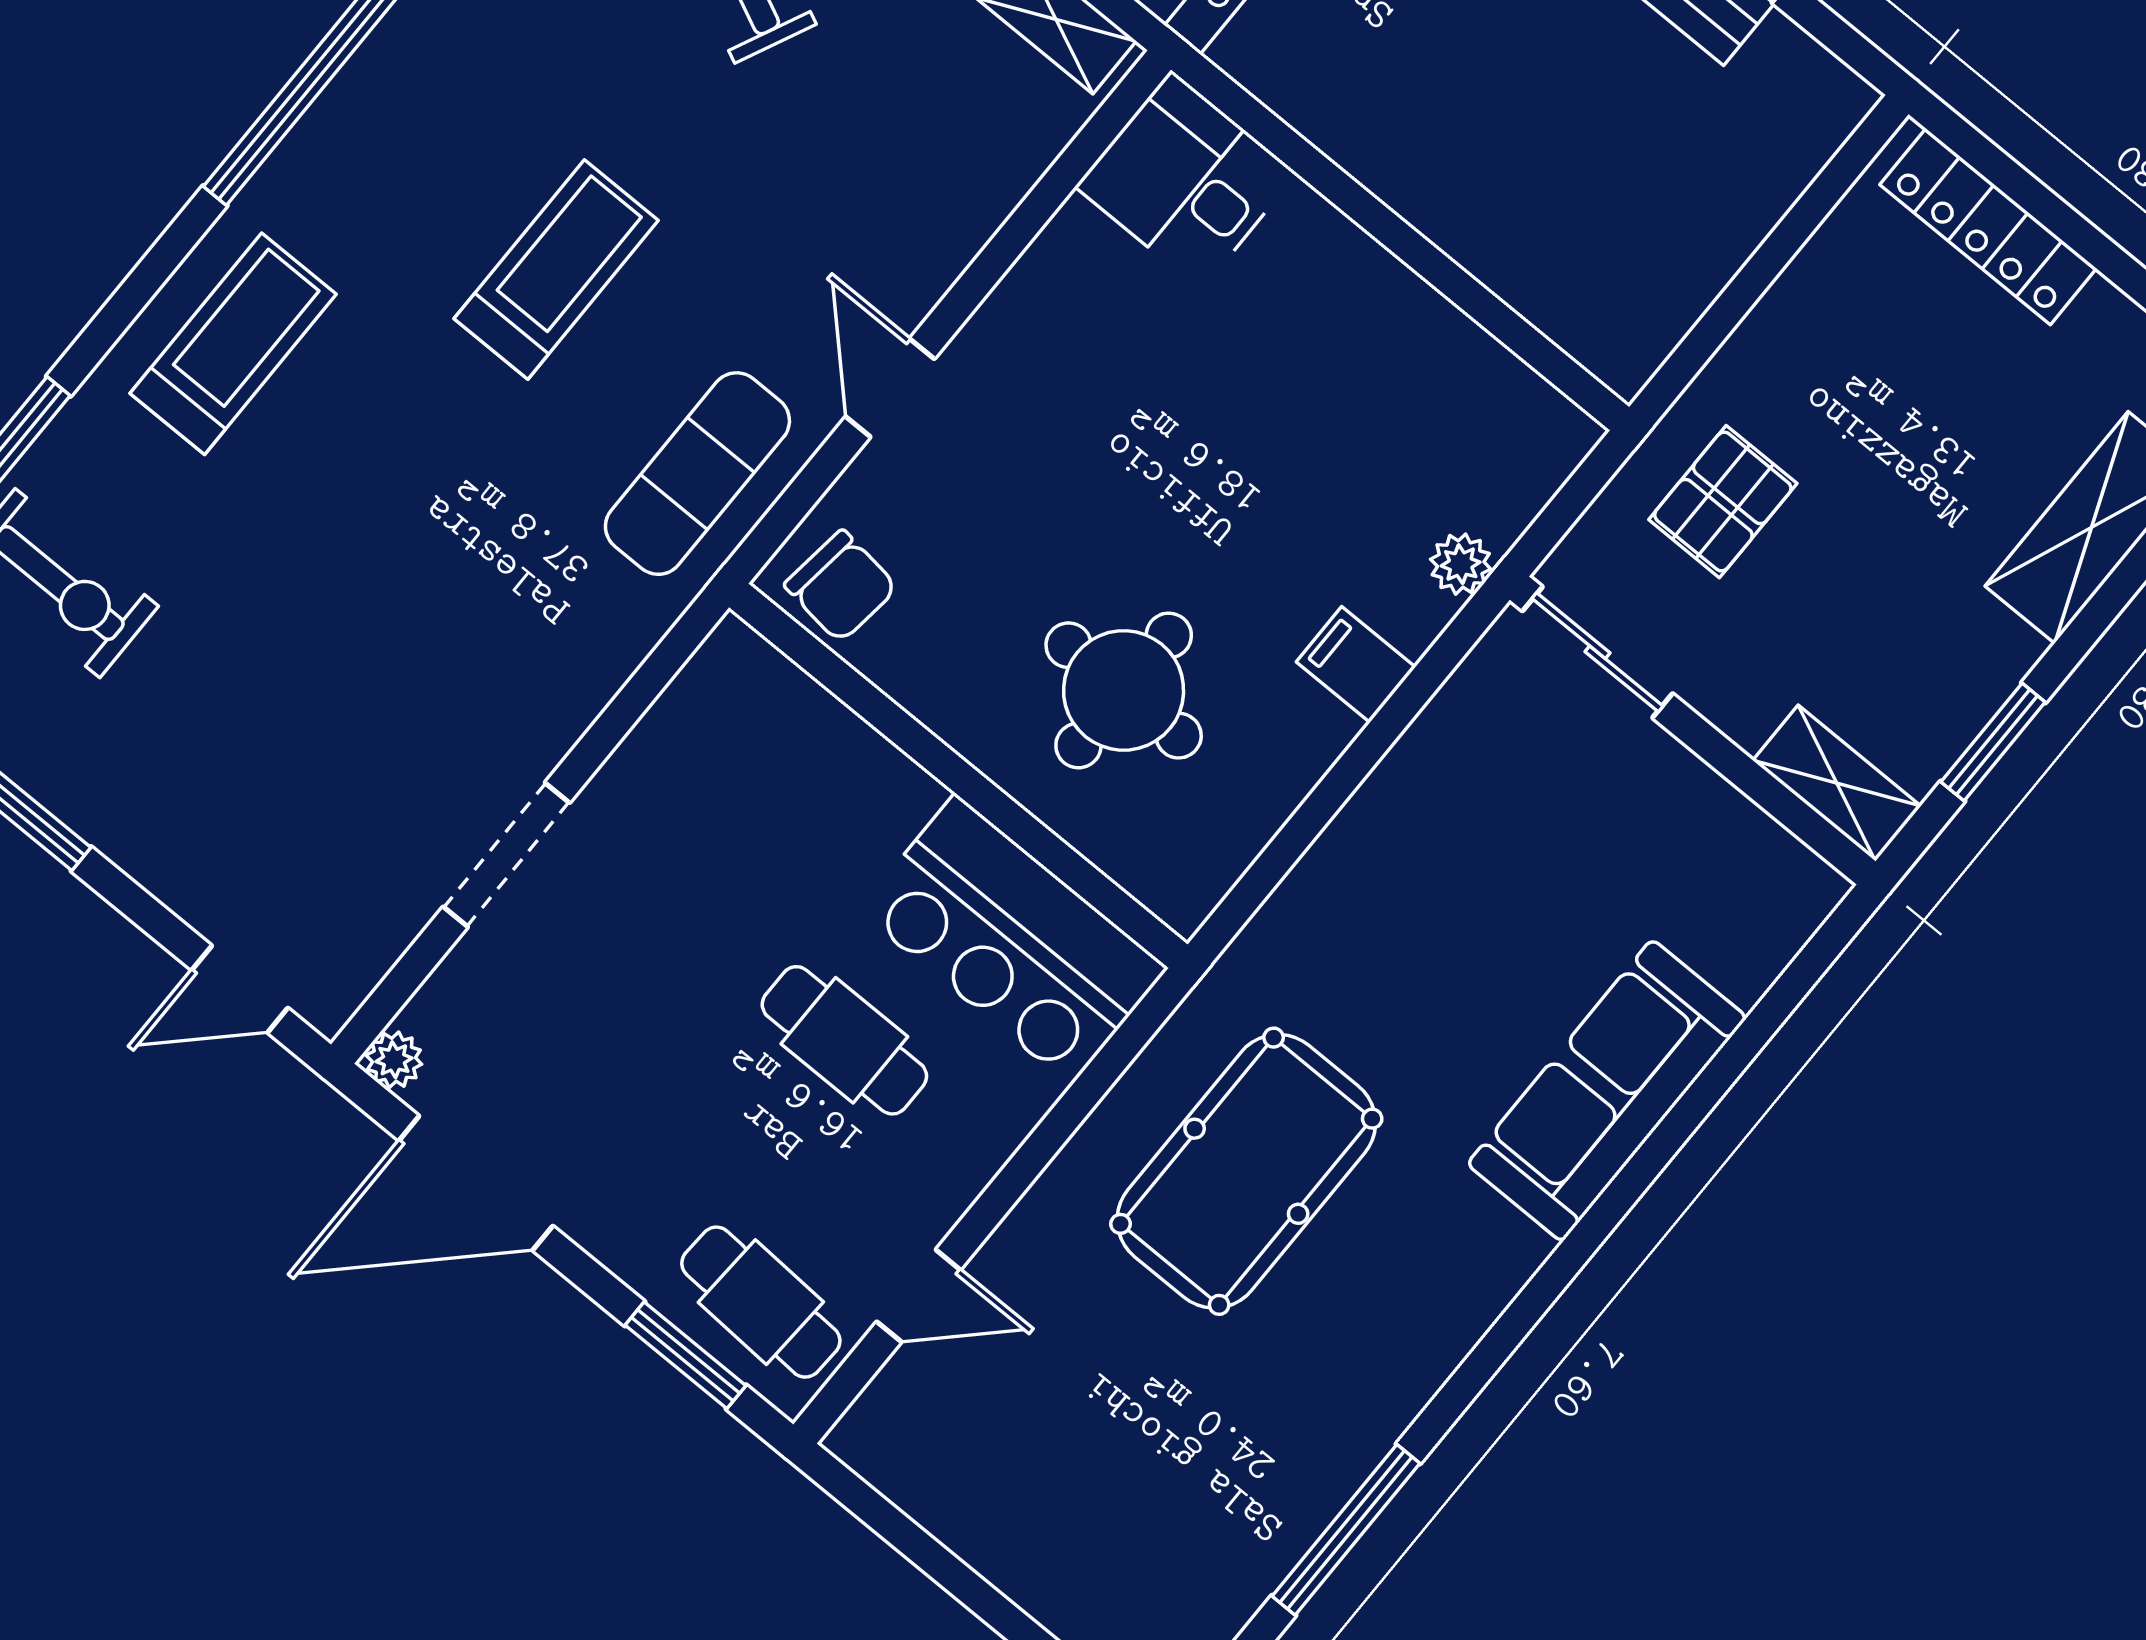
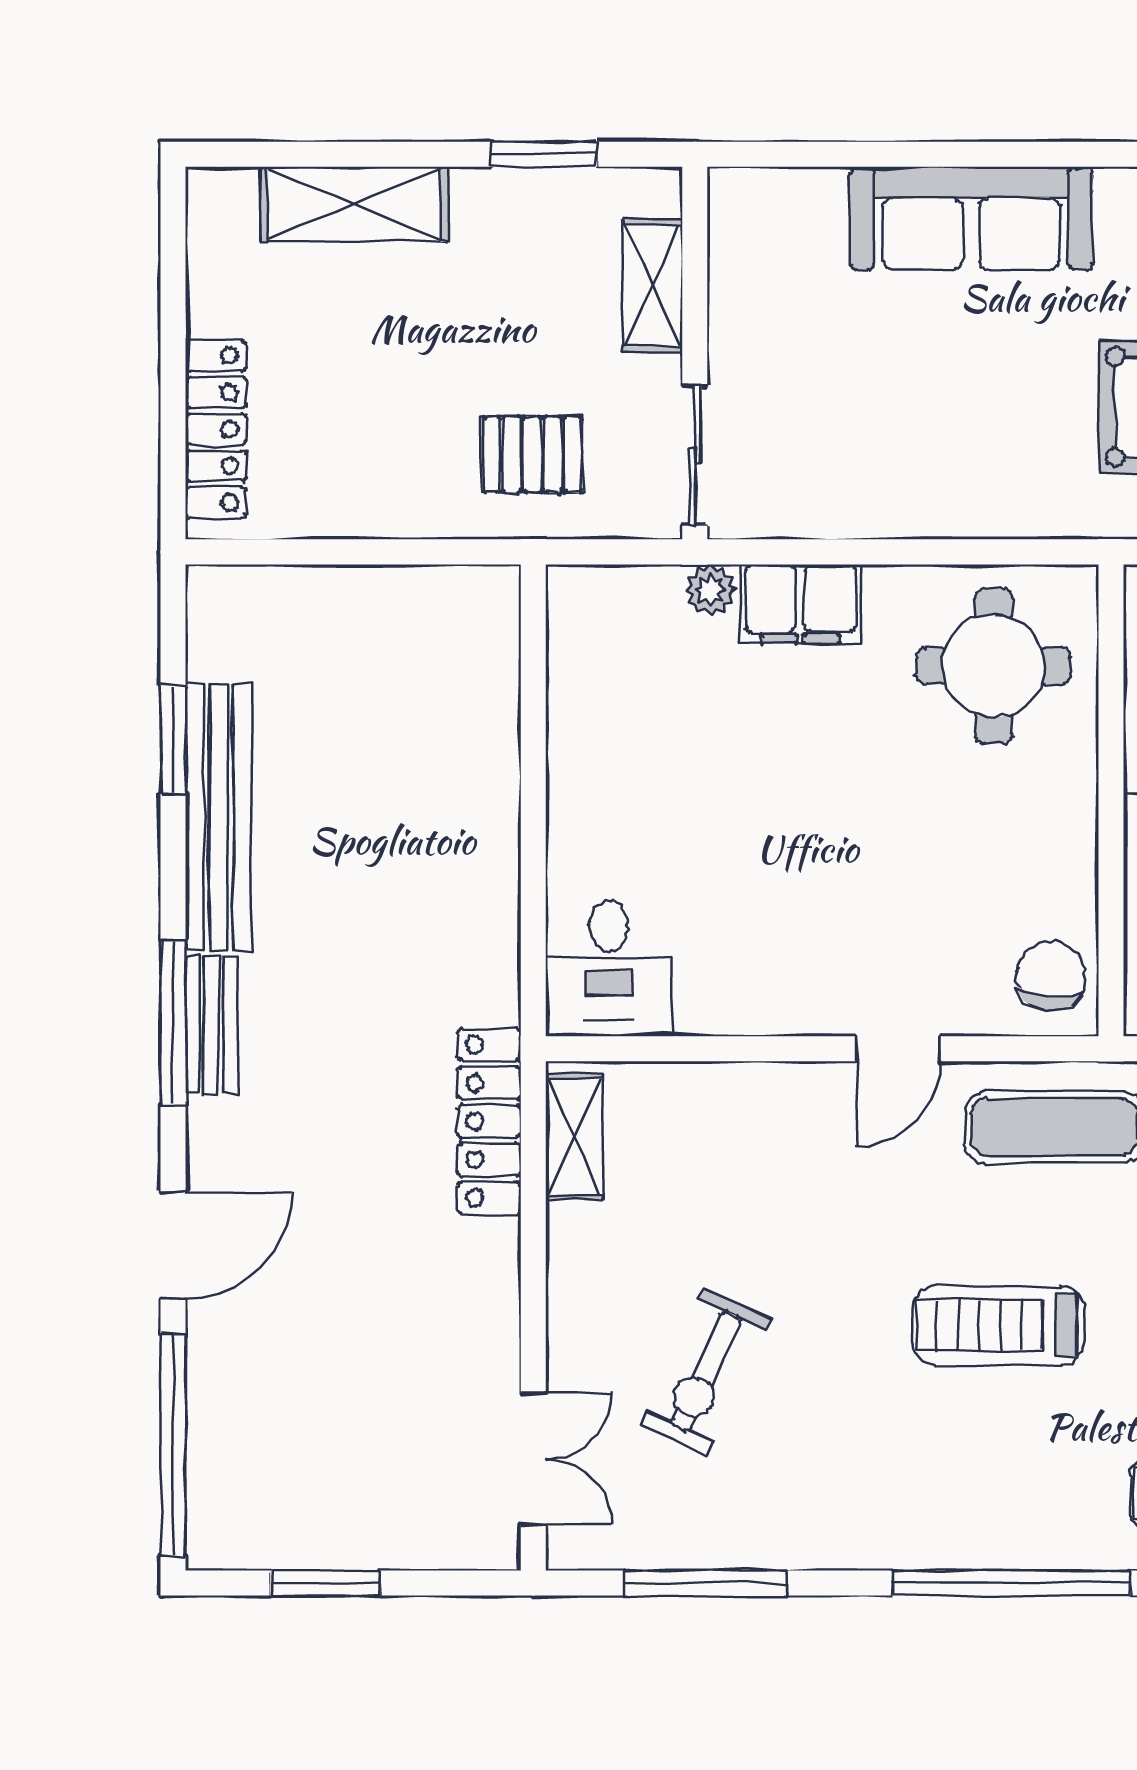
filing cabinet: (1356, 665) -> (800, 604), width x2.00
round table: (1124, 690) -> (993, 666), moved
shelving: (1837, 783) -> (653, 286), moved

